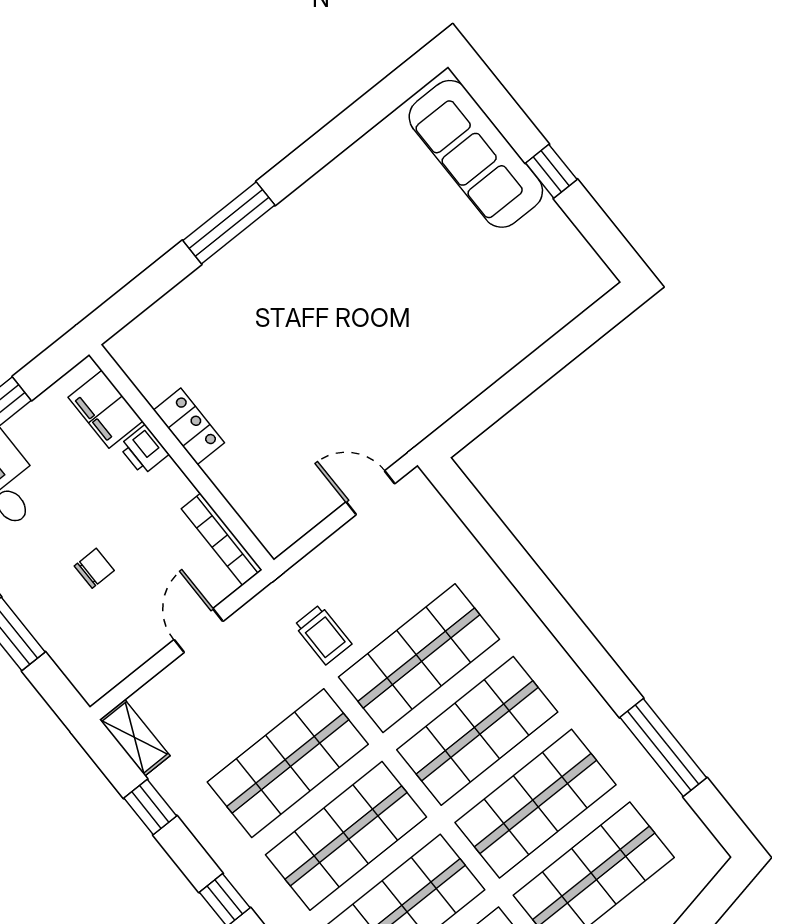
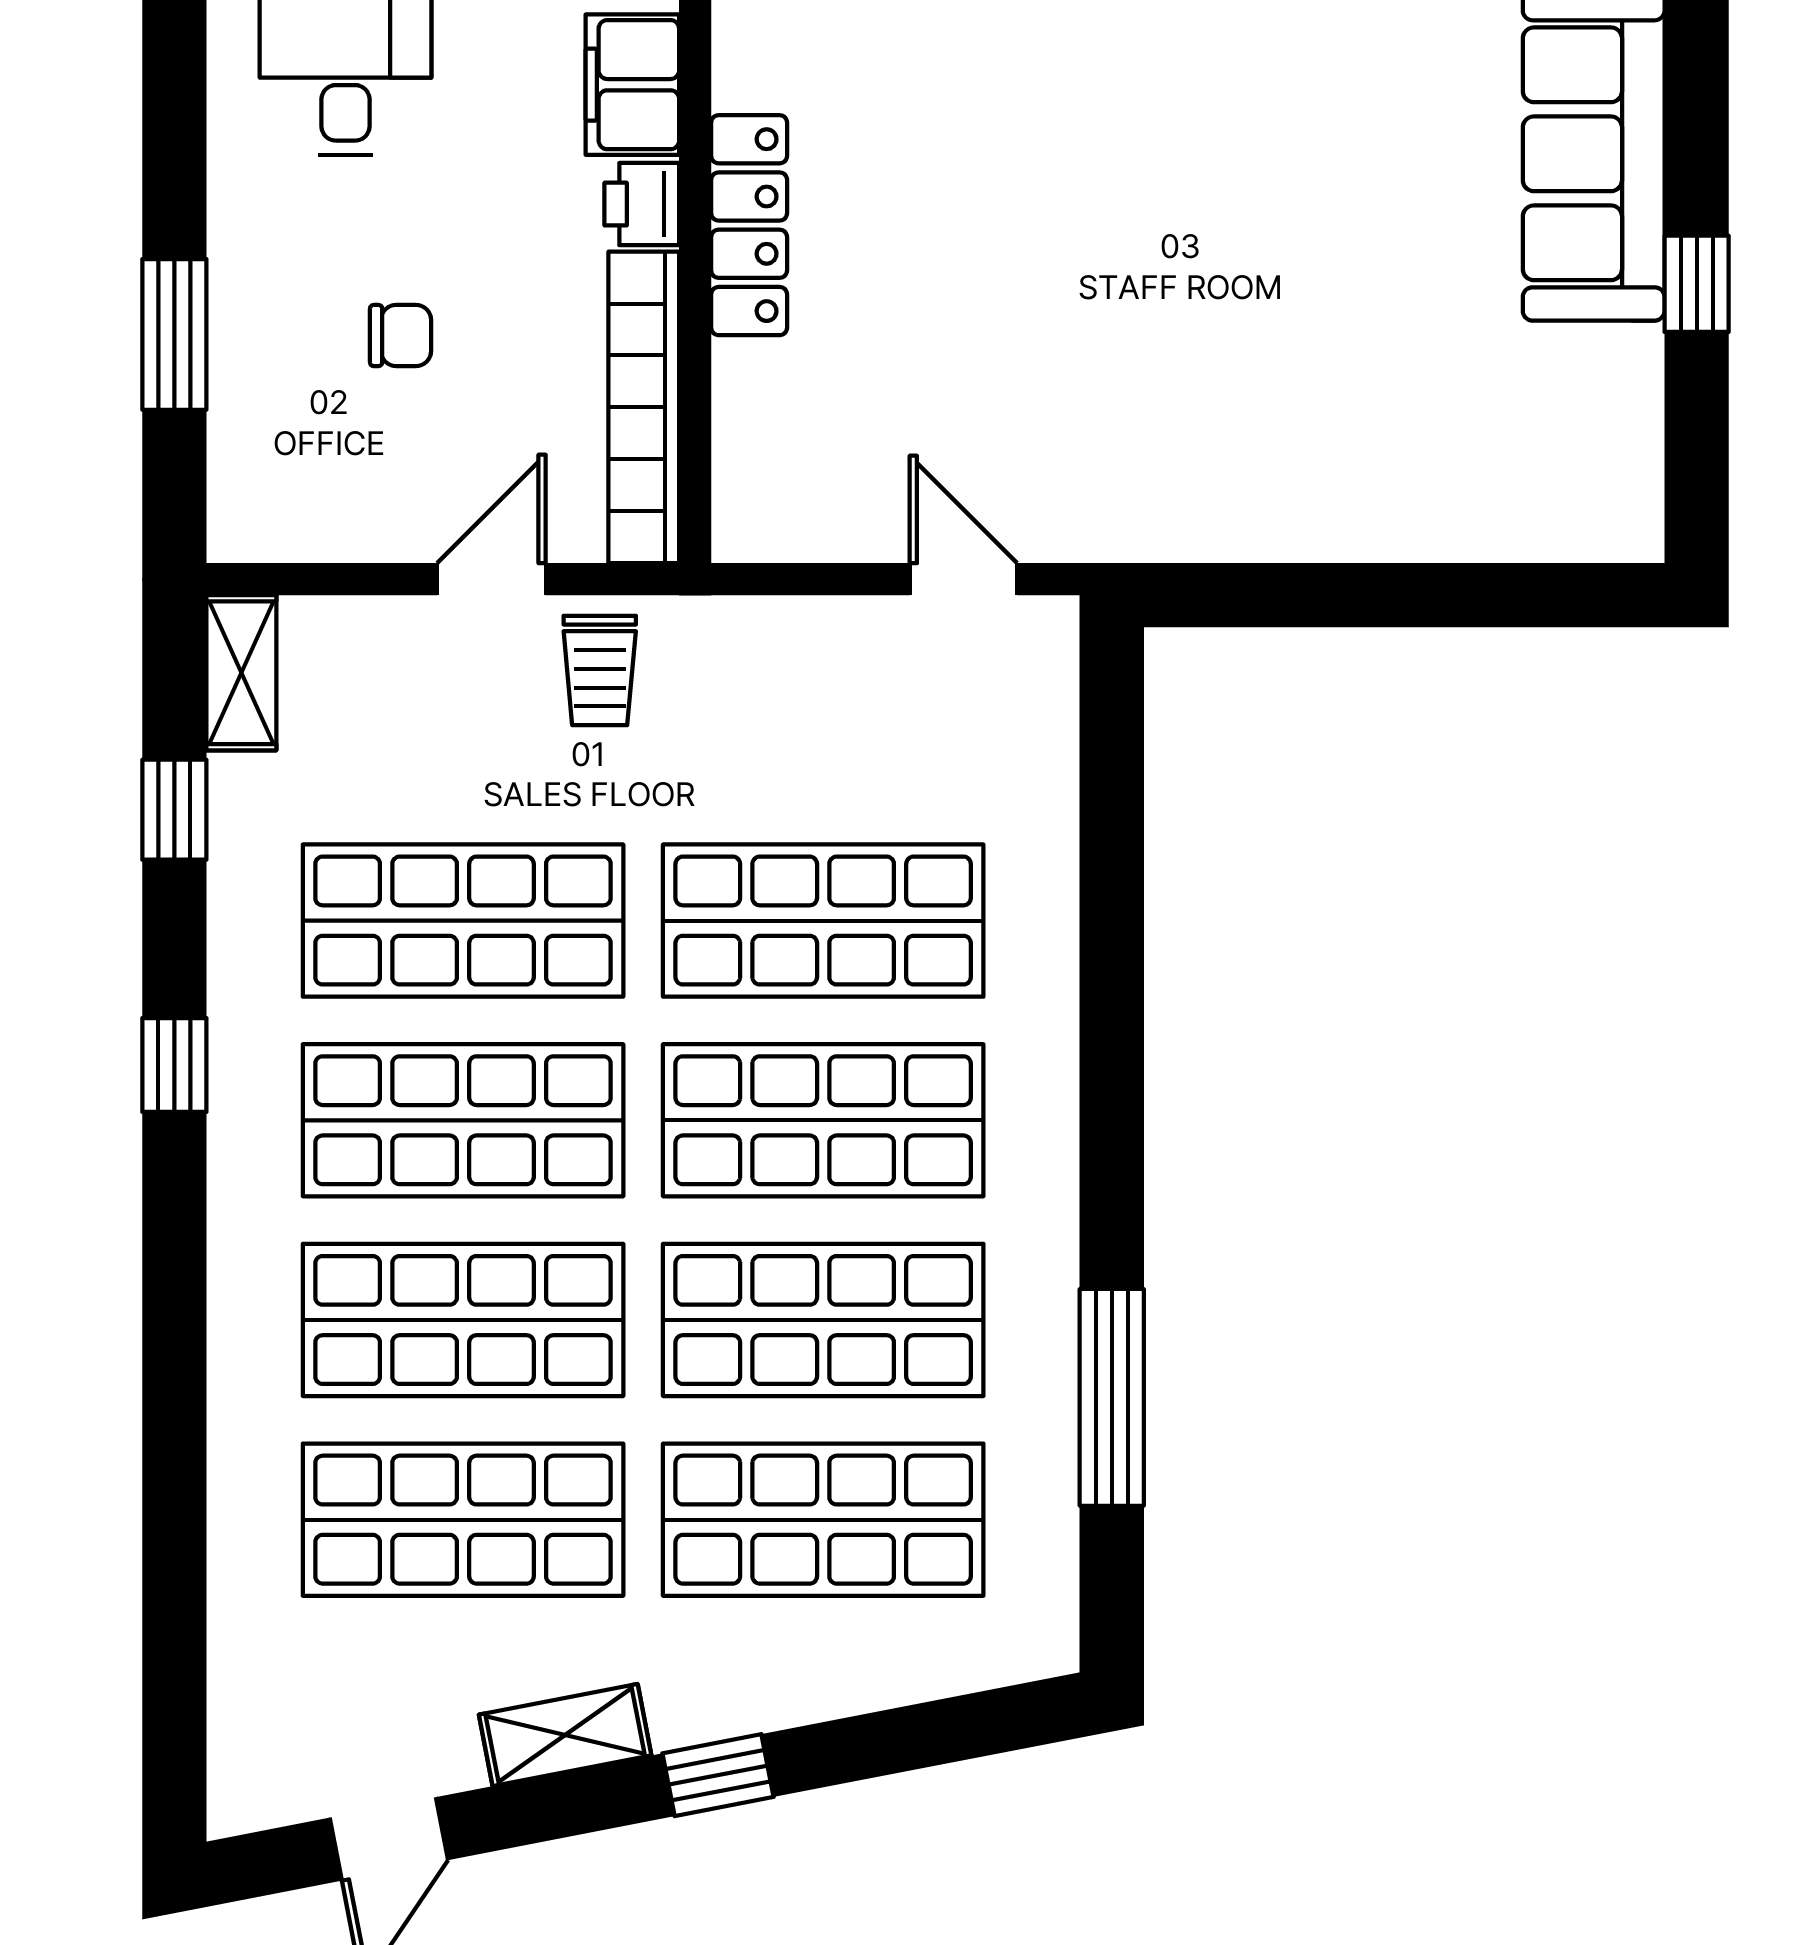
locker: (189, 426) -> (749, 225), width x1.53
bookcase: (222, 539) -> (644, 407), width x1.48, depth x1.31
trolley: (323, 635) -> (600, 671), moved

